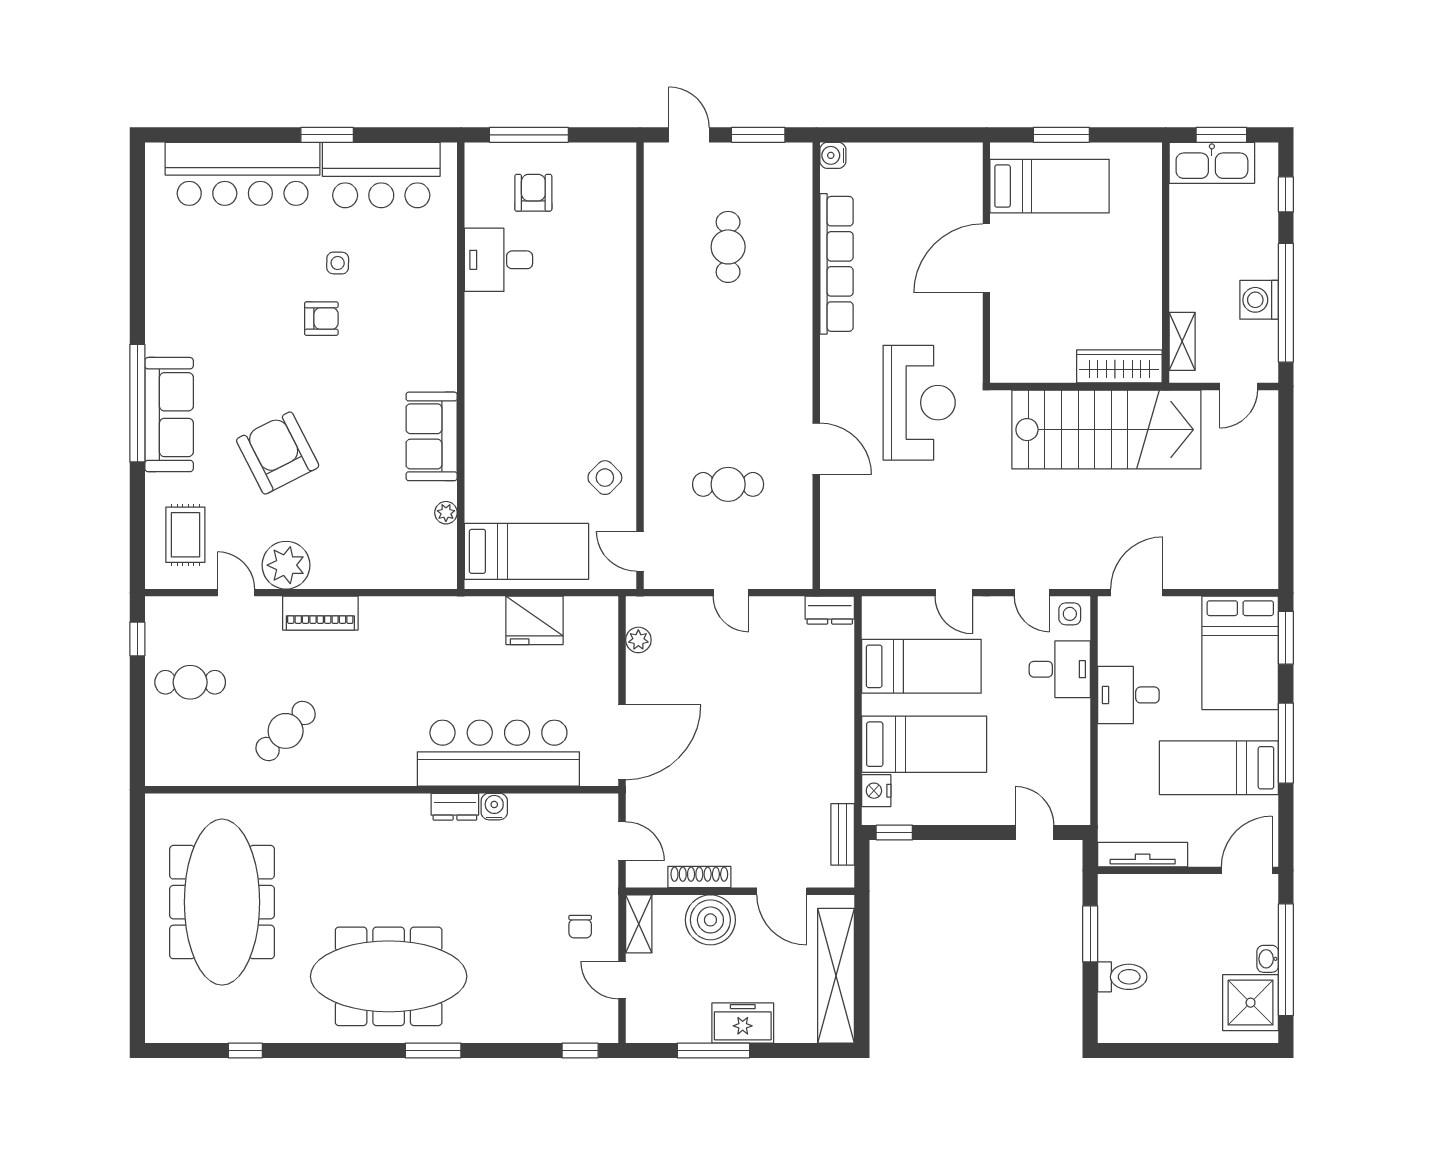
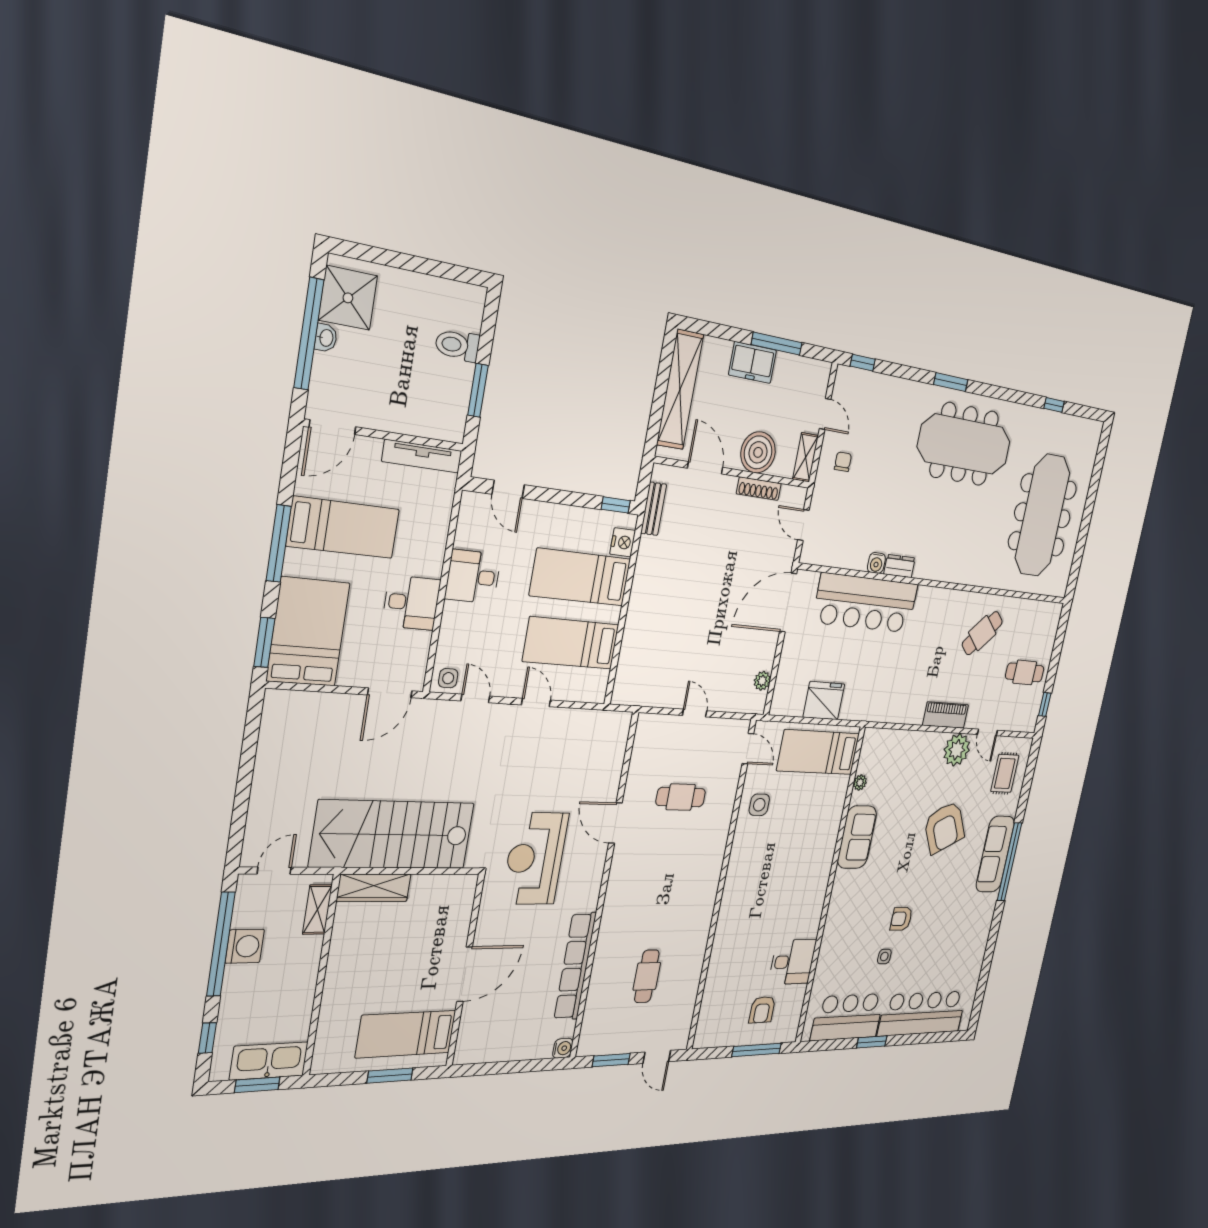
side table: (605, 478) -> (759, 805), turned 45
dresser: (830, 610) -> (629, 694), removed
desk: (1060, 669) -> (473, 577), moved

